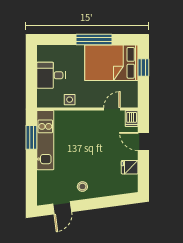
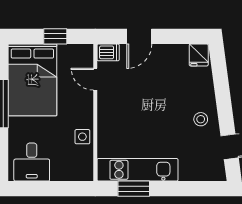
window: (143, 68) -> (55, 36), moved
desk: (51, 75) -> (32, 162), moved
fridge: (130, 167) -> (199, 55), moved

